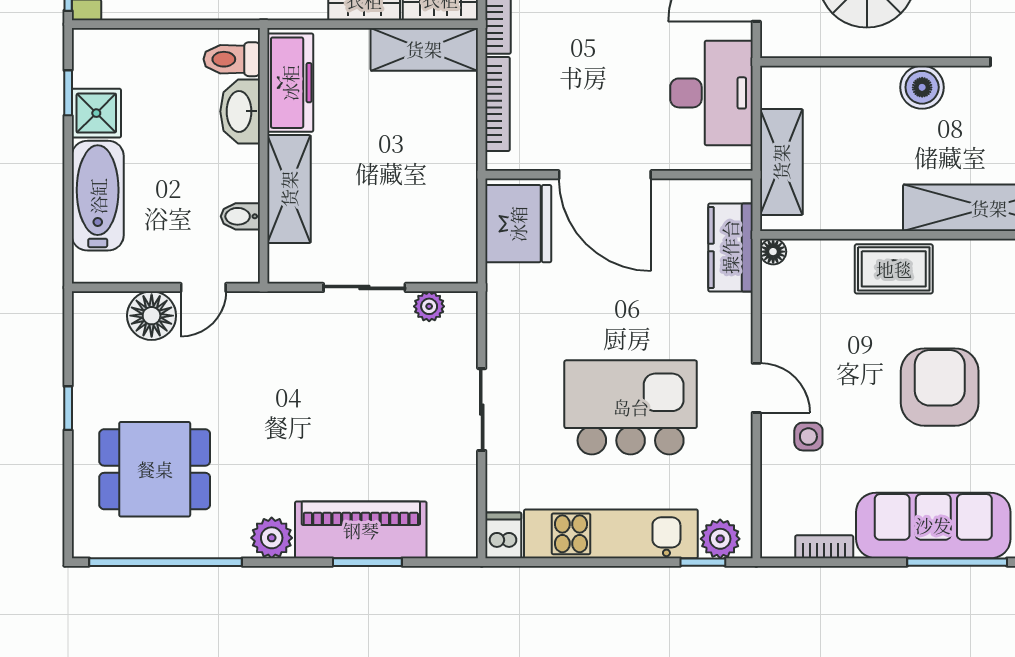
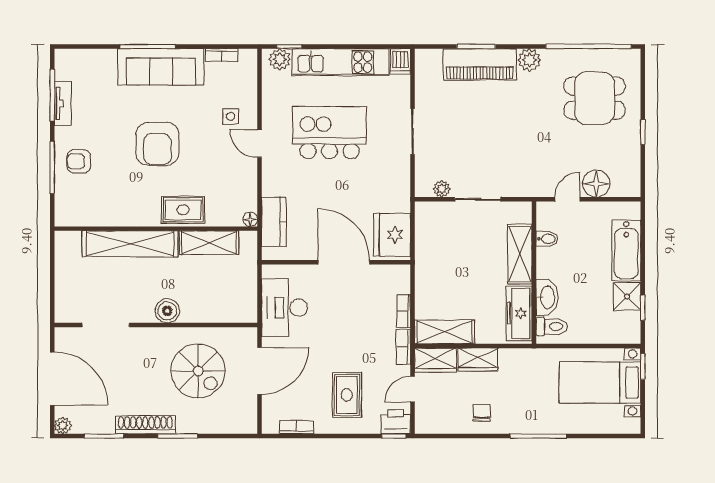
bookcase: (498, 104) -> (404, 311), width x0.64
shelving: (781, 162) -> (209, 243), moved, turned 90
kitchen island: (631, 407) -> (330, 133), turned 180

